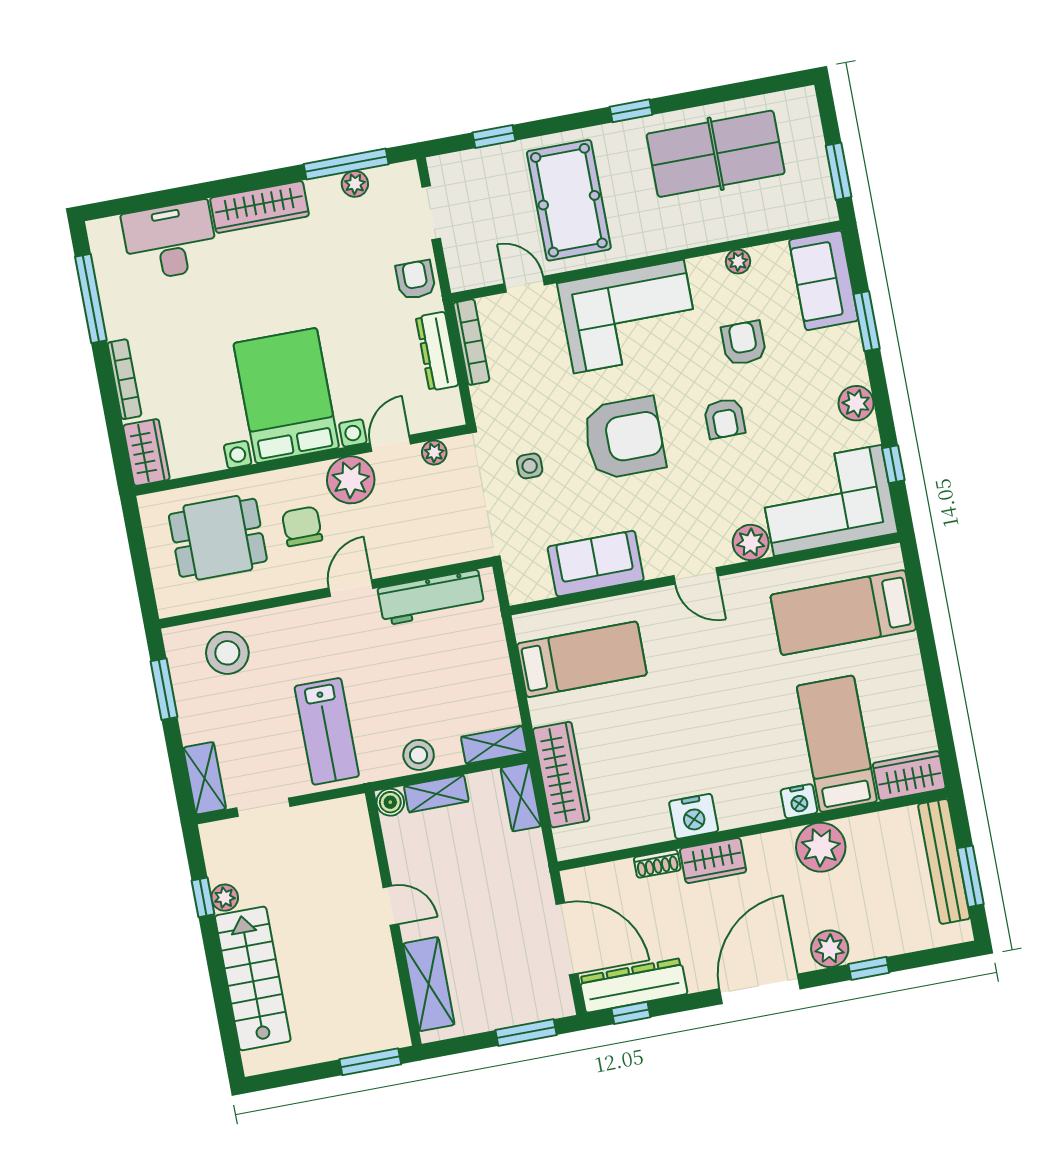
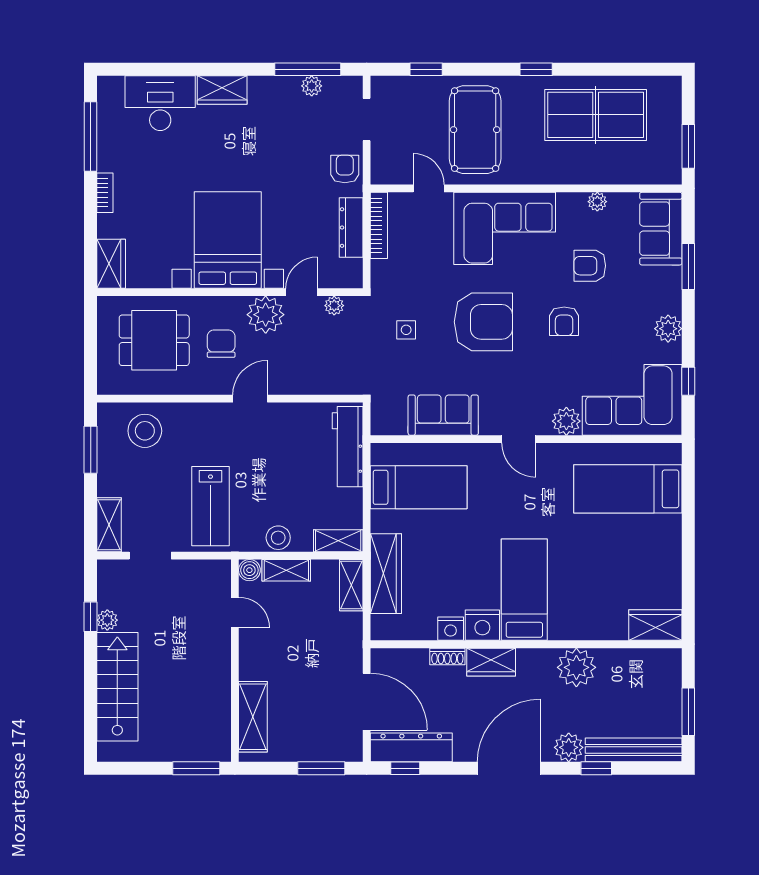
wardrobe: (259, 207) -> (222, 90), width x0.67
armchair: (744, 343) -> (590, 266), turned -90
bookcase: (124, 379) -> (105, 193), width x0.64
workbench: (431, 598) -> (348, 447), moved, turned 90
bed: (837, 744) -> (524, 590), moved
nightstand: (799, 801) -> (451, 629), moved
bench: (944, 861) -> (634, 750), moved, turned 90
door: (391, 906) -> (235, 613), moved

